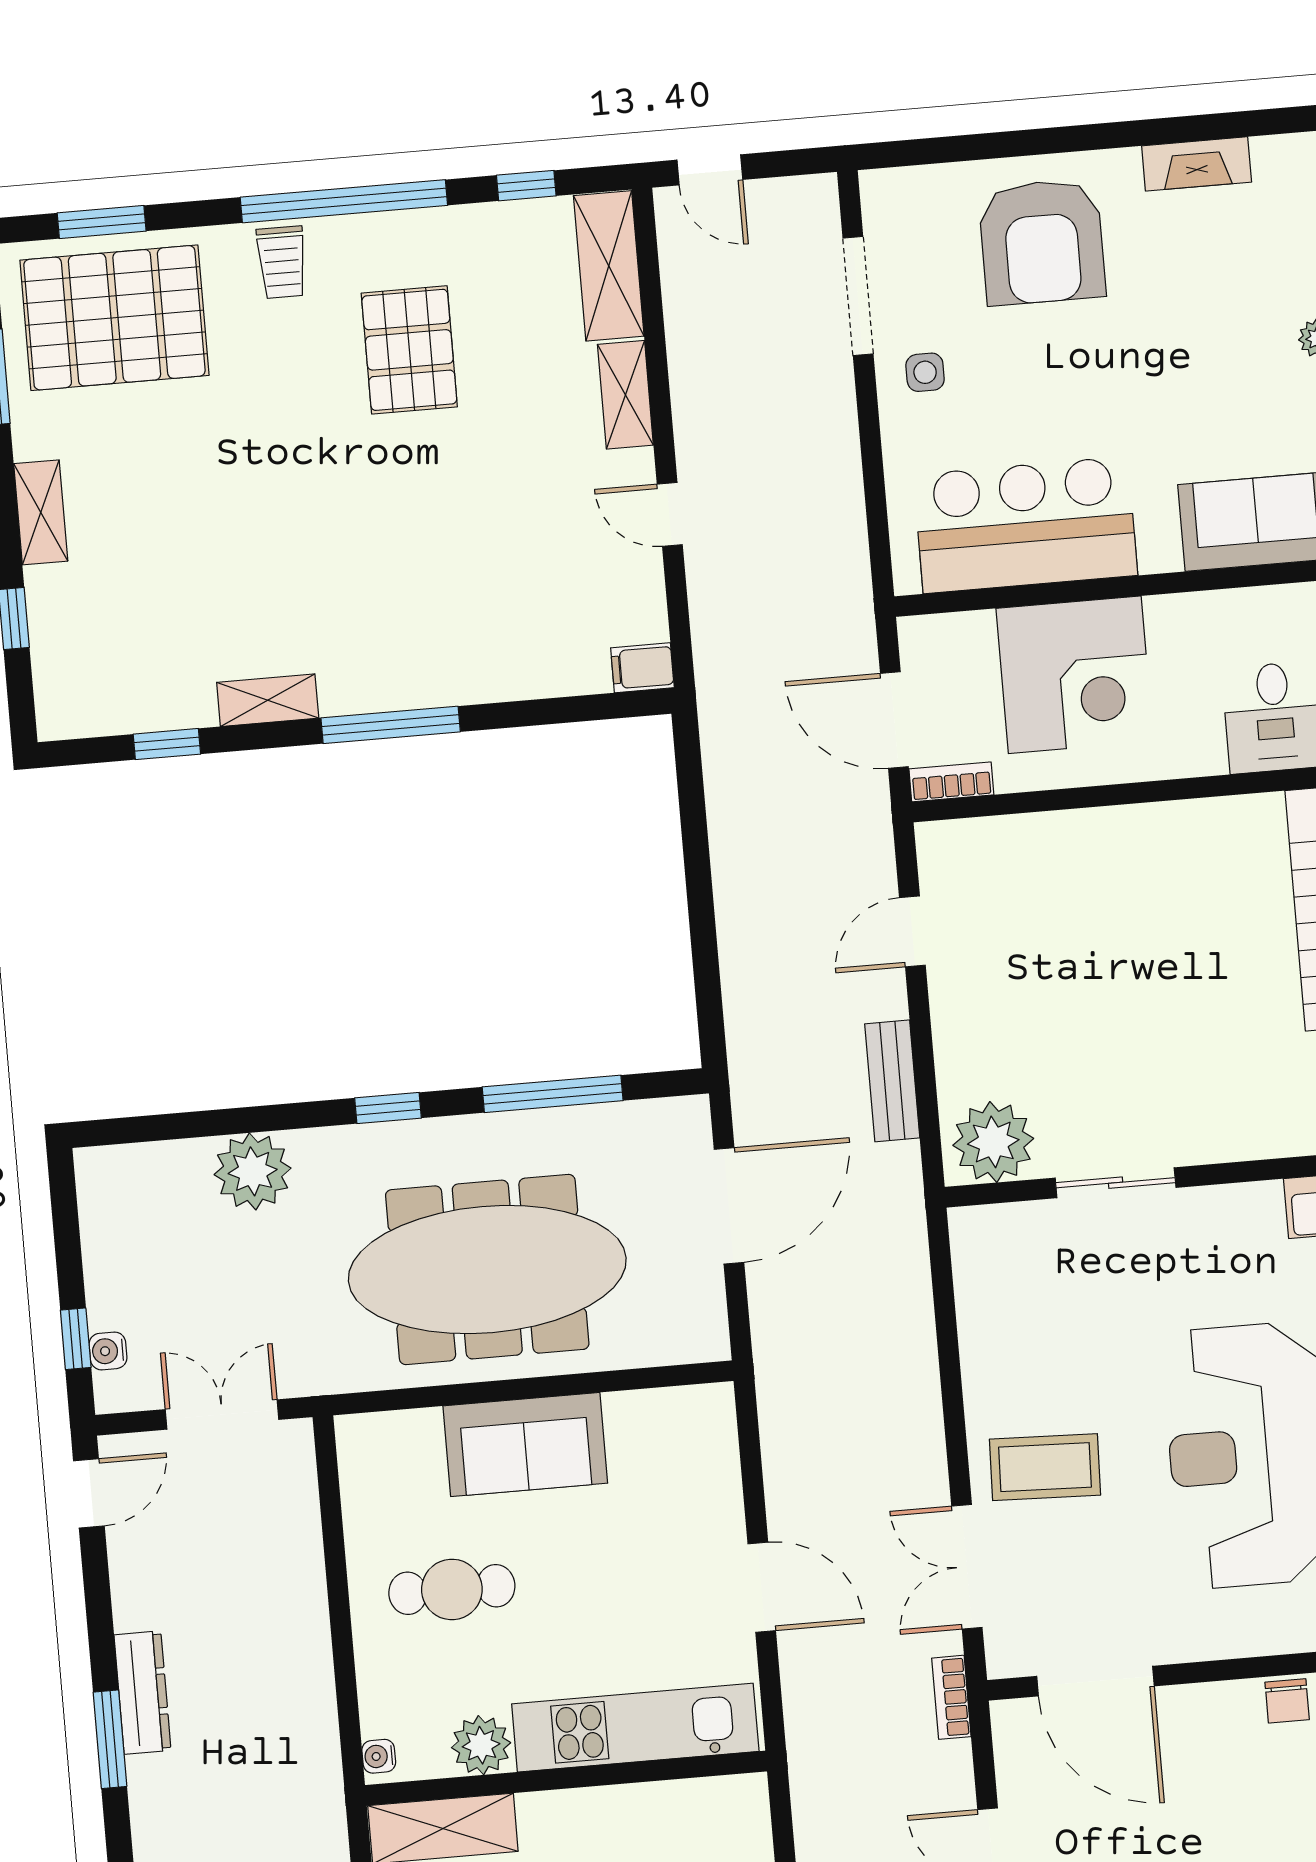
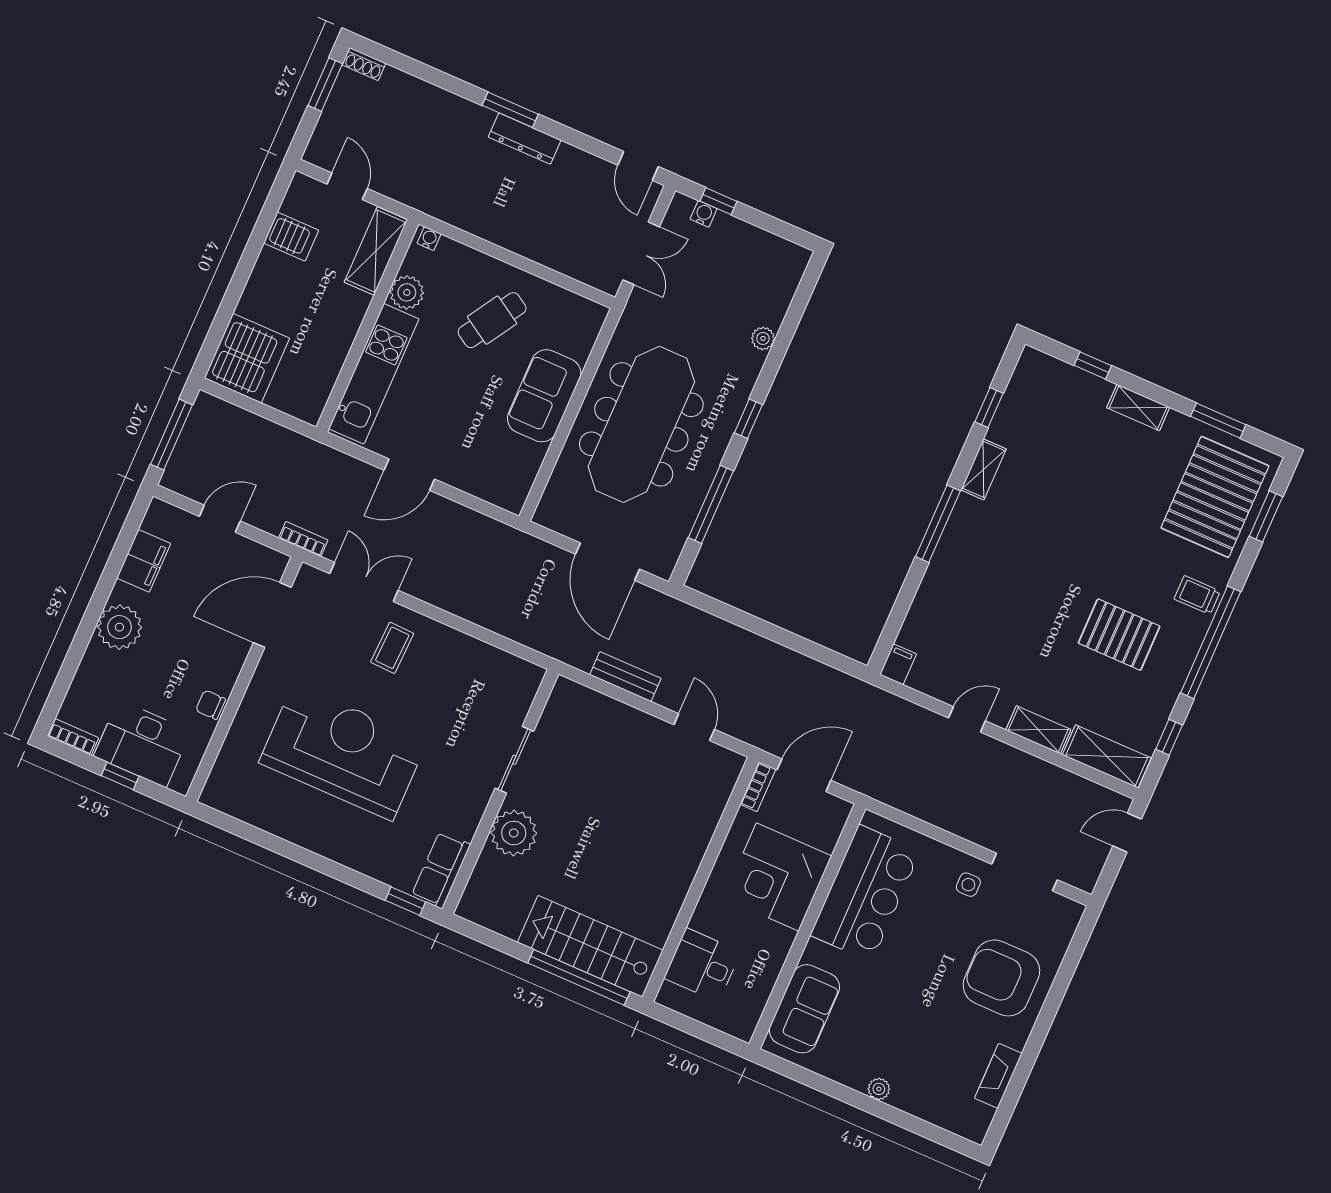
plant: (993, 1142) -> (514, 833), moved
plant: (253, 1171) -> (763, 338), width x0.53, depth x0.53
coffee table: (1045, 1467) -> (392, 648), width x0.73, depth x0.77
cafe table: (452, 1589) -> (492, 320), turned 32

